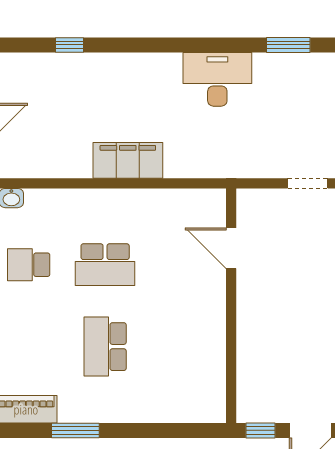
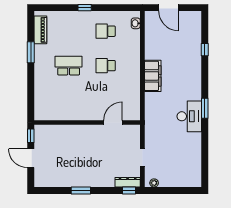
window: (288, 45) -> (205, 108), moved
school desk: (29, 265) -> (106, 31), turned -90
school desk: (105, 265) -> (106, 66), width x0.54

